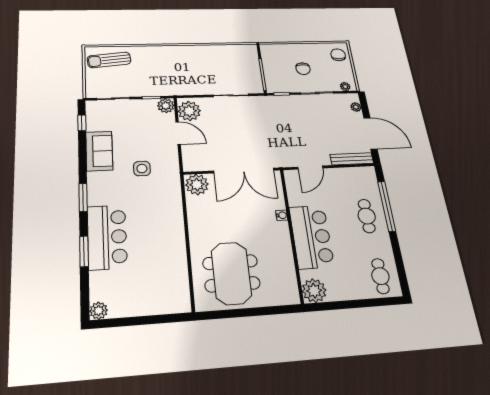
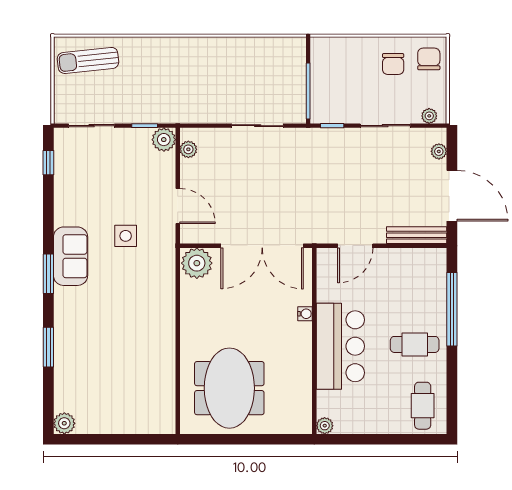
chair: (303, 69) -> (393, 64), moved
plant: (189, 111) -> (188, 149), width x0.53, depth x0.53
door: (178, 133) -> (178, 206), moved
sofa: (99, 151) -> (71, 256), moved
cafe table: (367, 216) -> (415, 344), moved, turned 90
bar counter: (107, 237) -> (77, 330), removed
plant: (314, 291) -> (325, 426), width x0.53, depth x0.53

